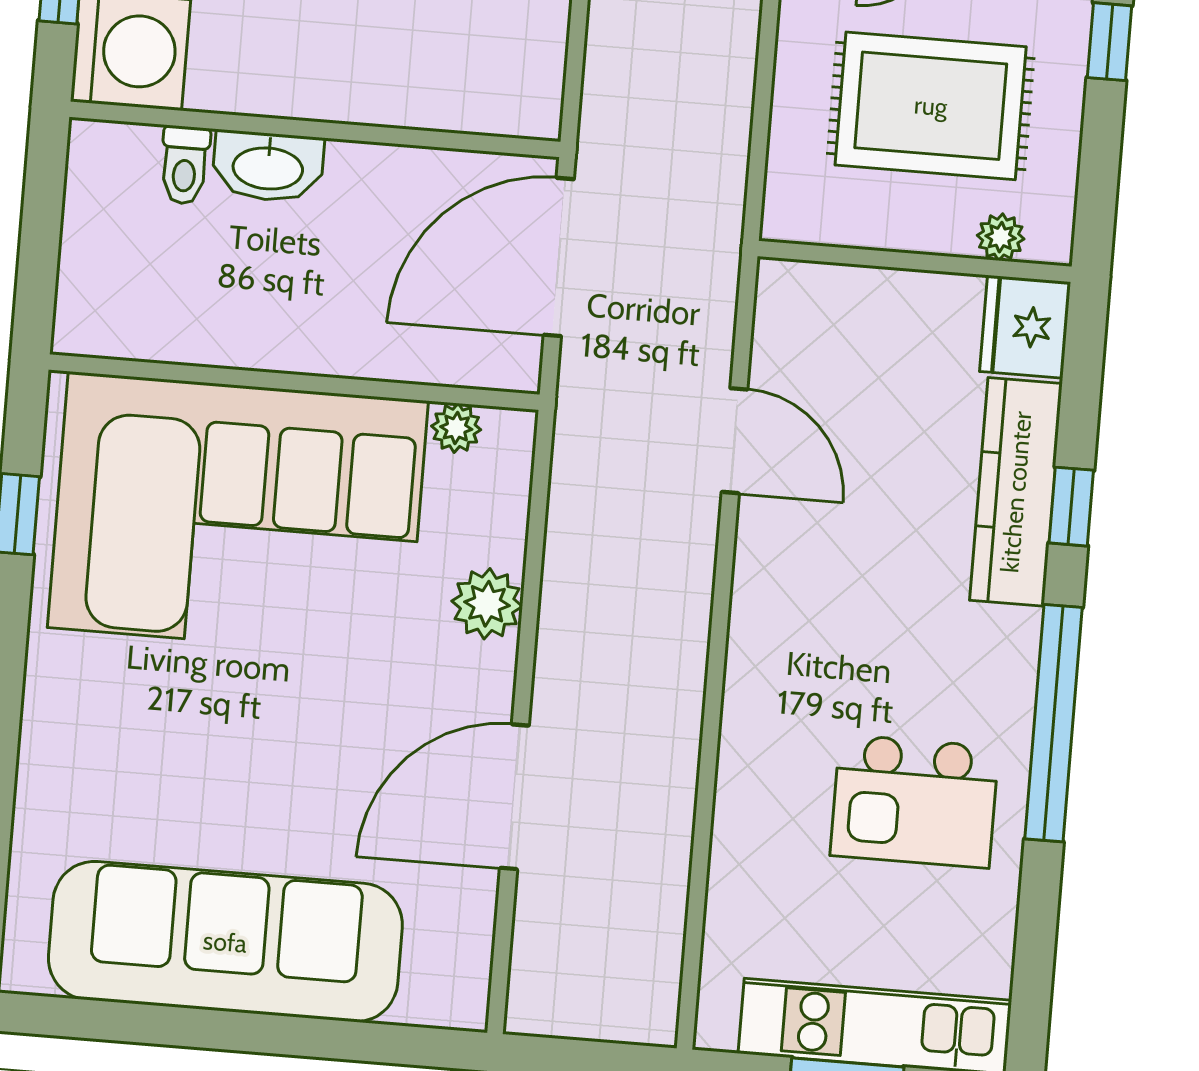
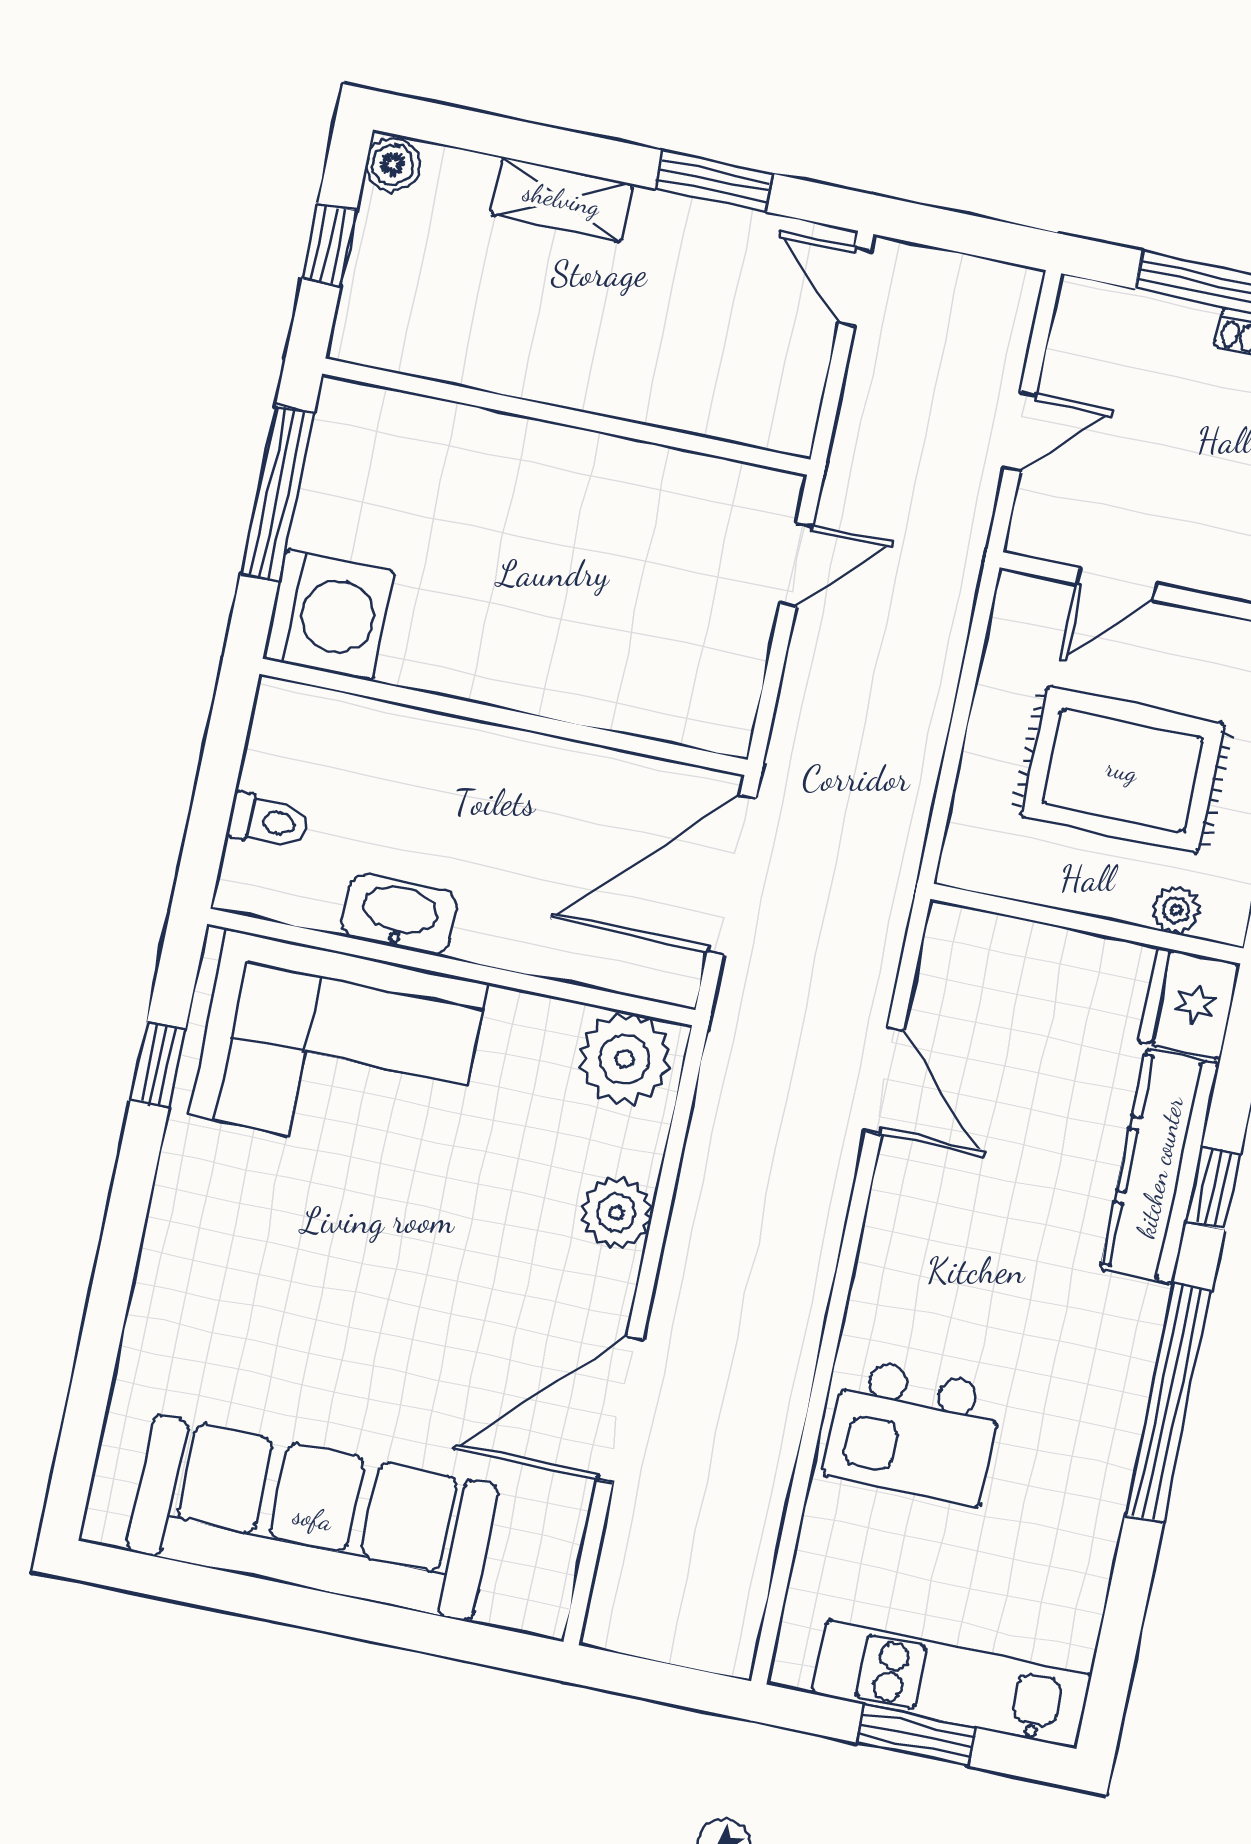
toilet: (185, 165) -> (268, 821), moved, turned -90
washbasin: (268, 166) -> (399, 914), moved, turned 180
plant: (456, 428) -> (625, 1059), width x1.87, depth x1.87
corner sofa: (238, 514) -> (338, 1049), width x0.73, depth x0.74
kitchen island: (914, 801) -> (914, 1432), moved

